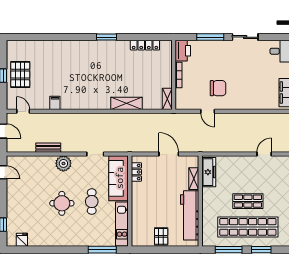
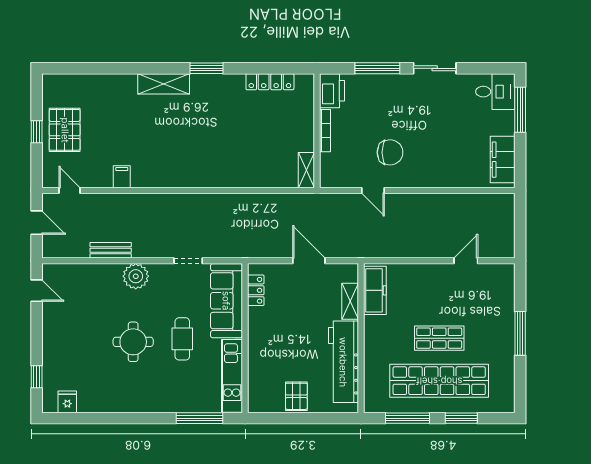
shelving: (127, 103) -> (164, 84), moved

